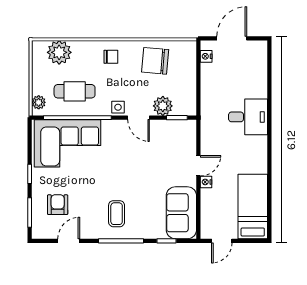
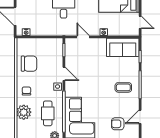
plant: (59, 52) -> (24, 112), moved
chair: (155, 61) -> (29, 64), turned -95
plant: (163, 106) -> (57, 59), removed
door: (139, 118) -> (64, 74), hinge flipped
door: (198, 166) -> (83, 37), moved
door: (69, 241) -> (140, 117), hinge flipped

